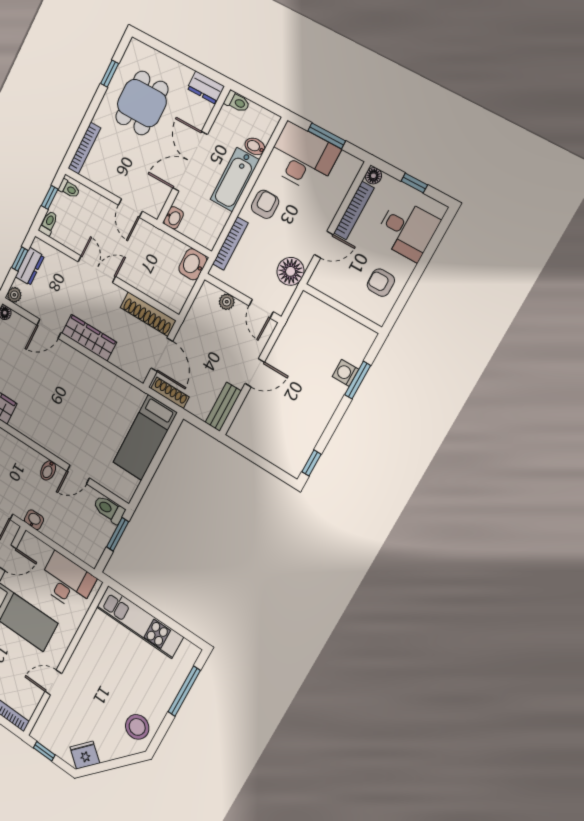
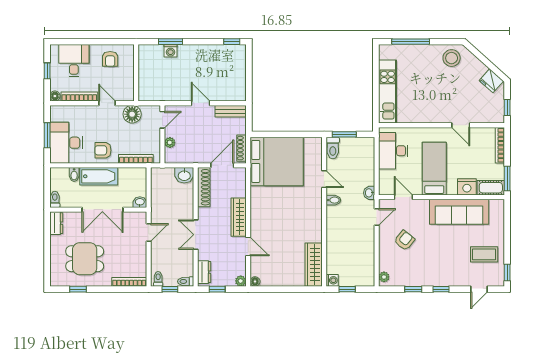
washbasin: (193, 264) -> (184, 175), moved
dresser: (30, 266) -> (204, 272), moved, turned 90
bed: (145, 438) -> (277, 161), width x2.04

